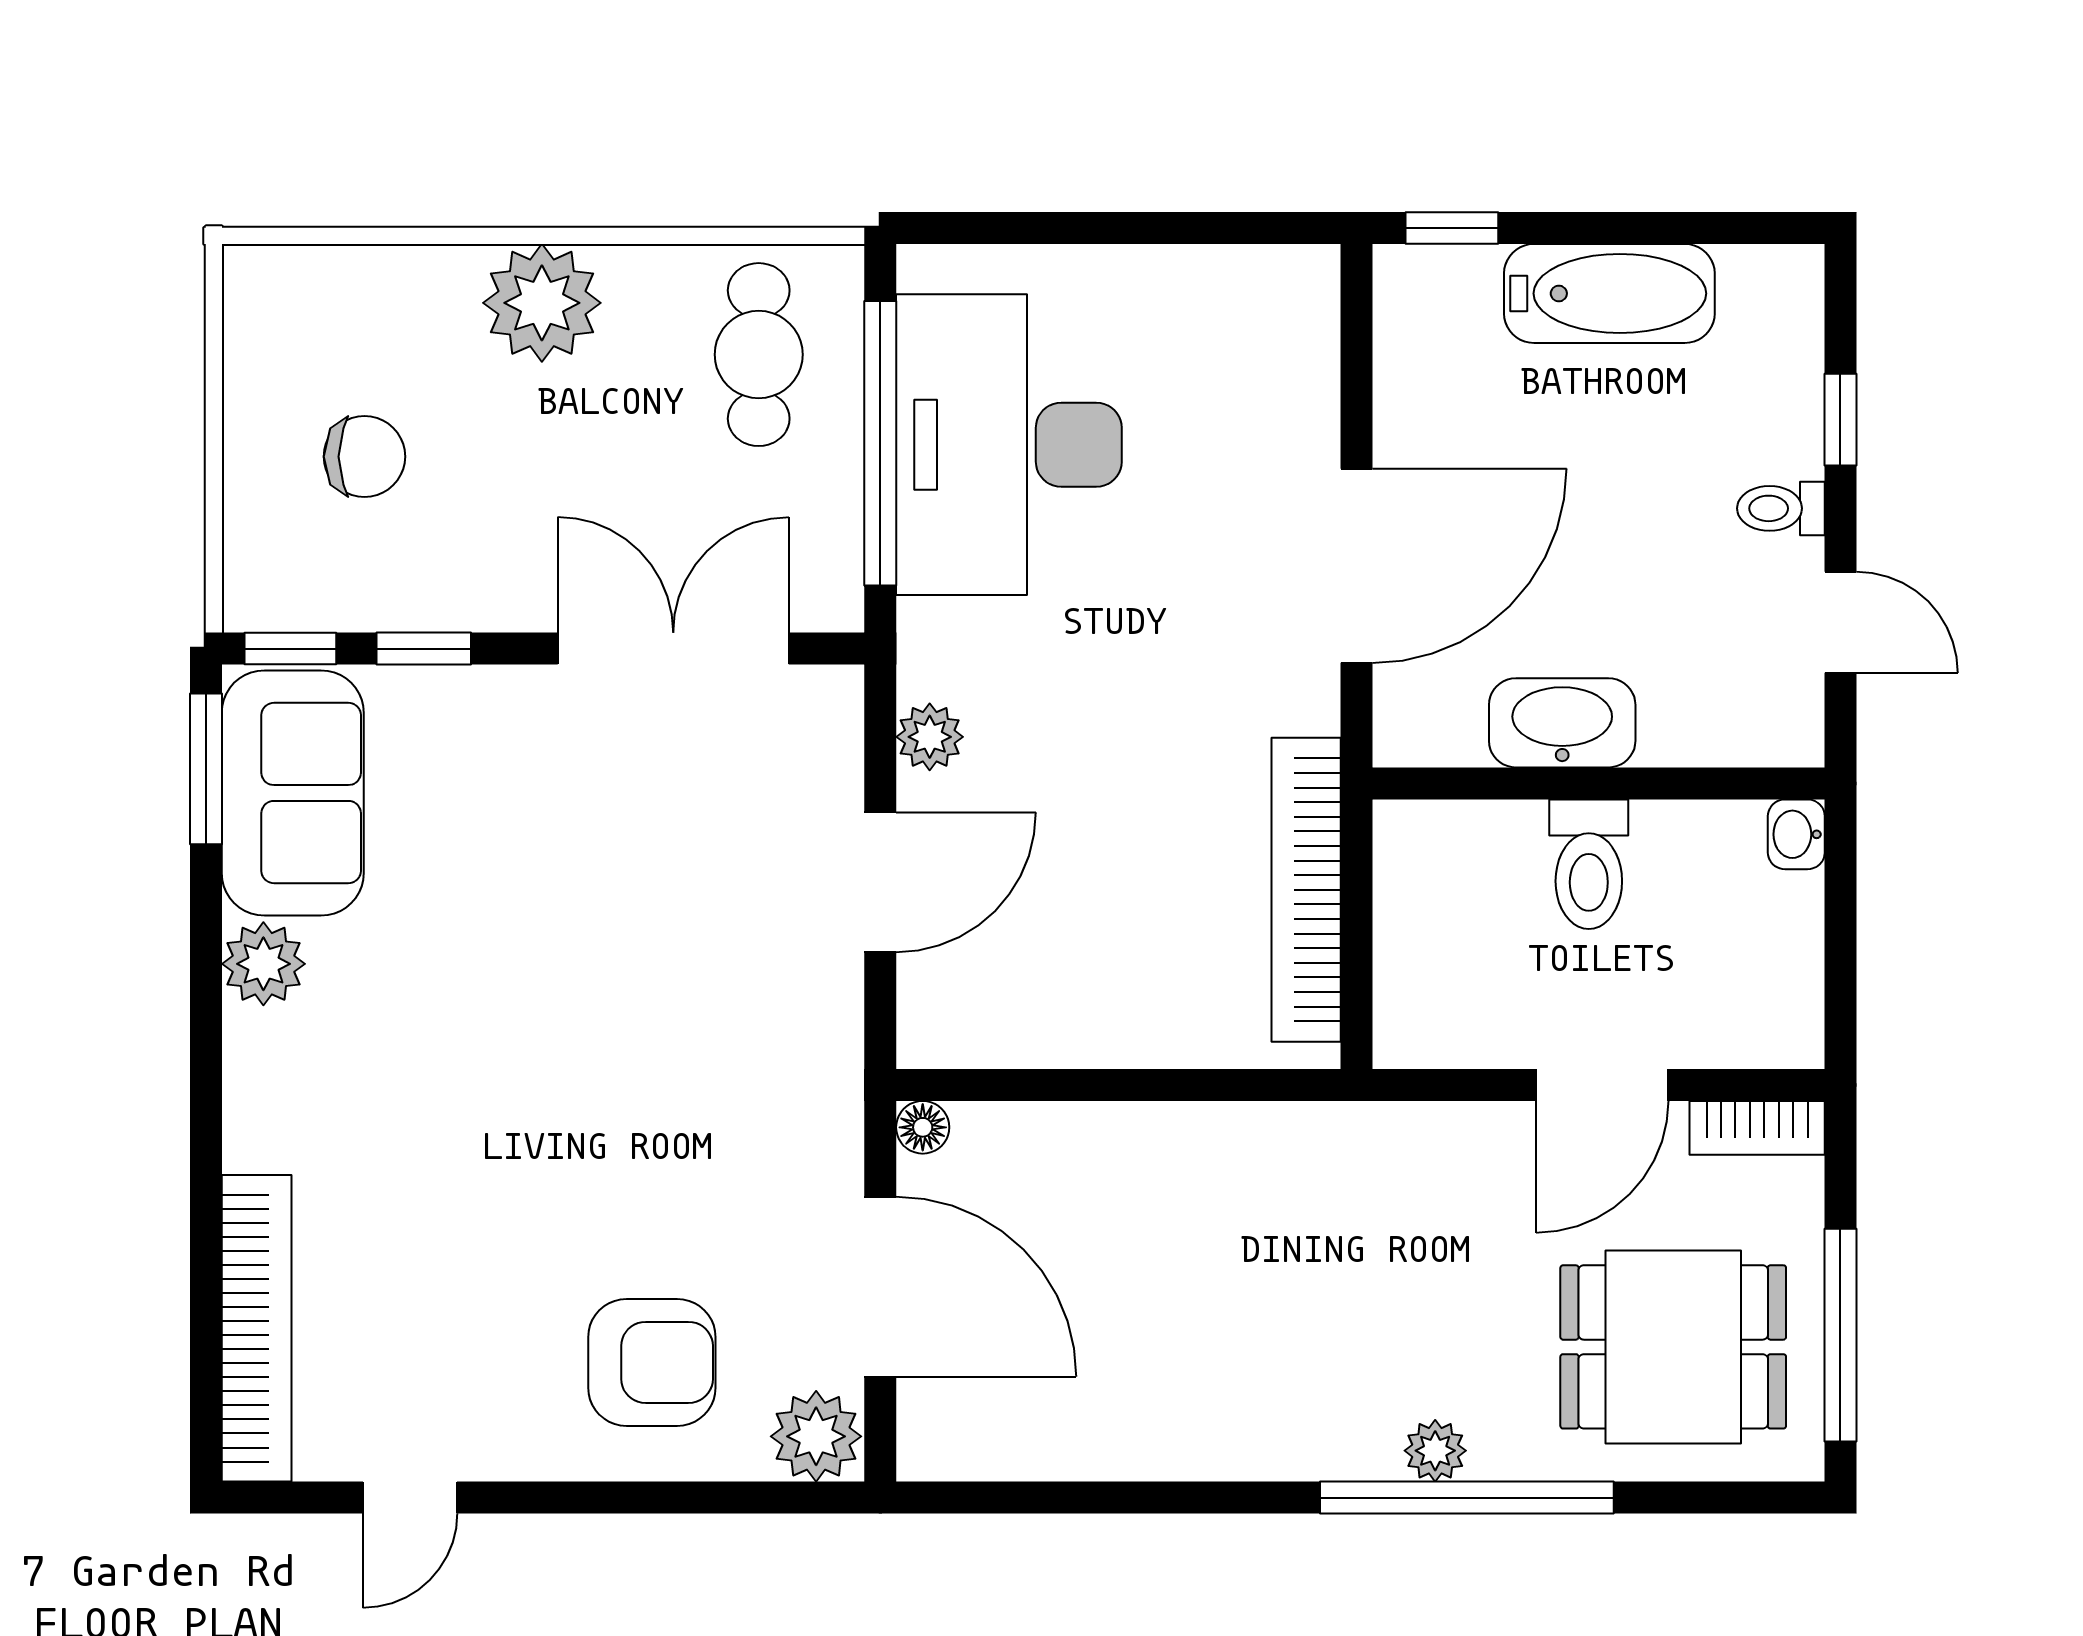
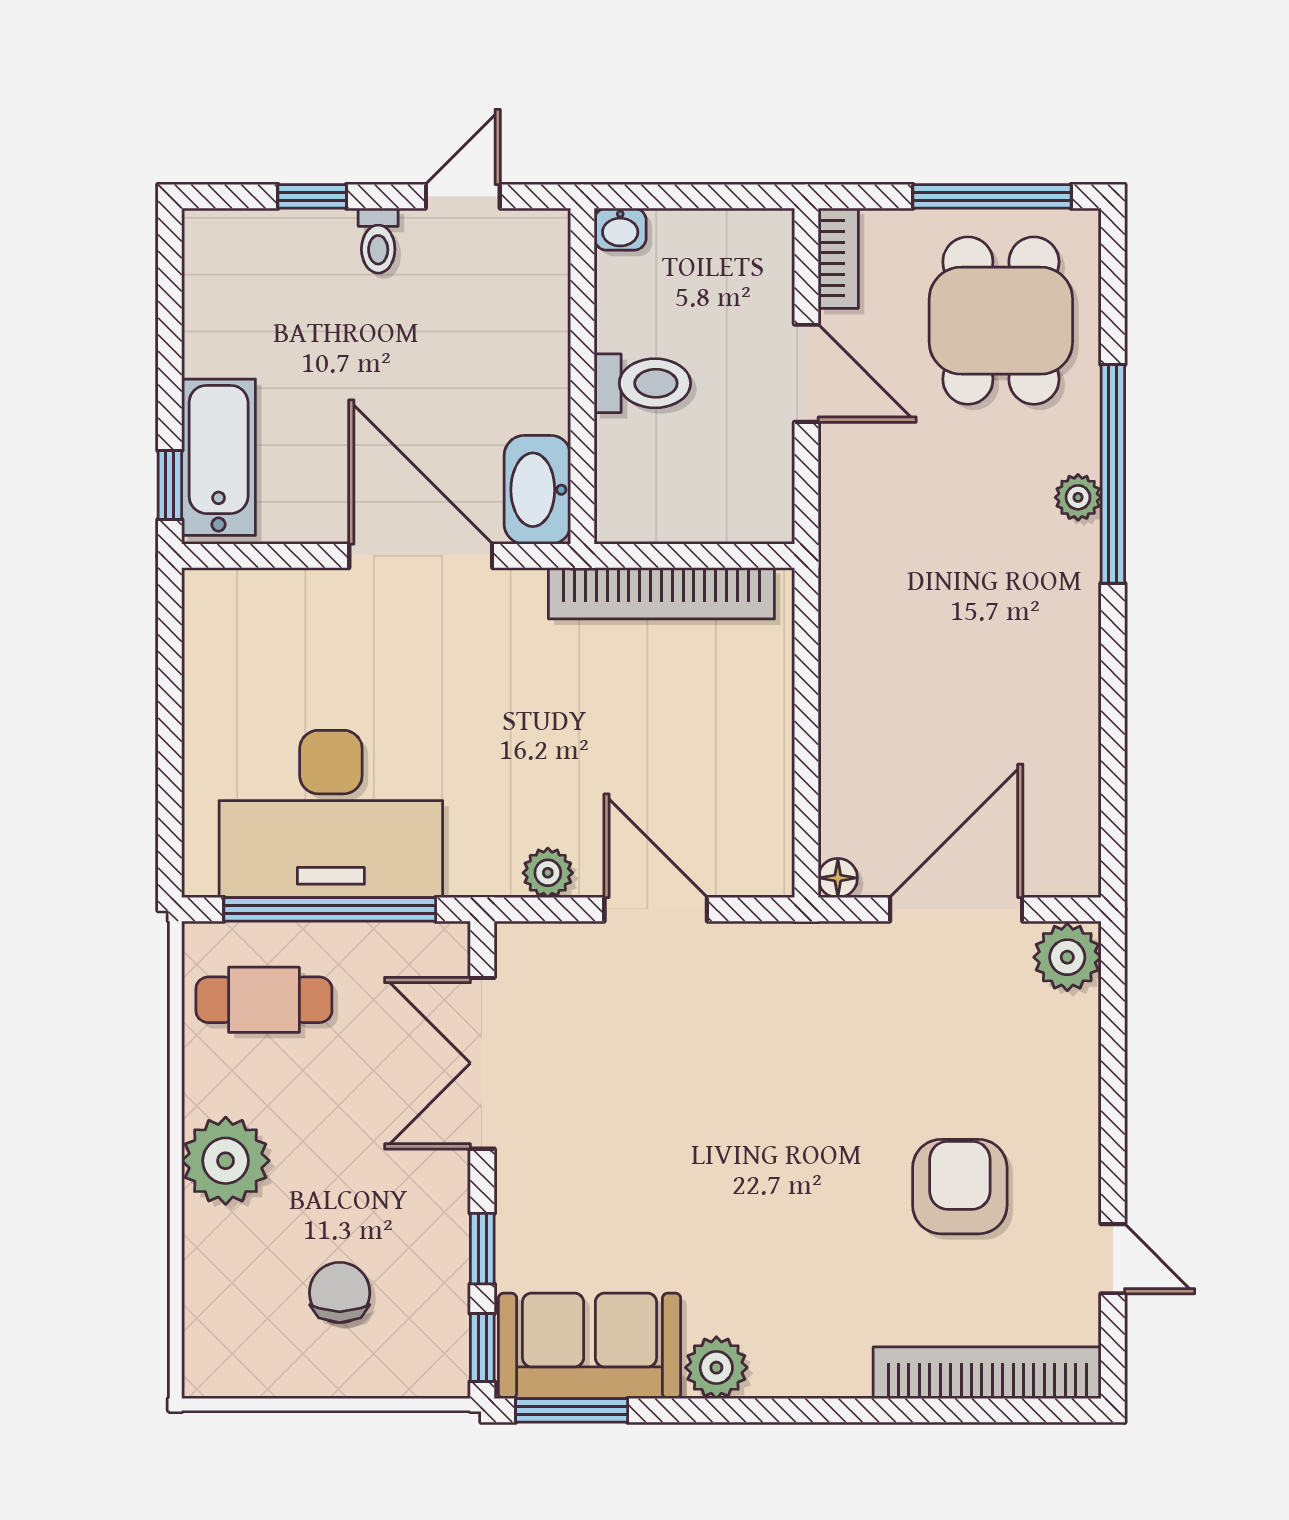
bathtub: (1609, 293) -> (219, 457), moved
washbasin: (1562, 723) -> (537, 490), moved
armchair: (652, 1362) -> (960, 1187), moved

